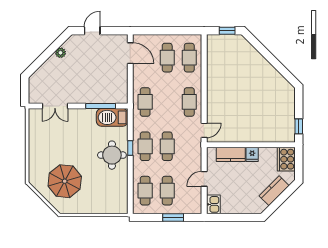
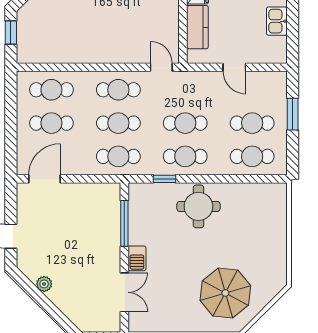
cafe table: (167, 102) -> (118, 123), added
barbecue: (112, 117) -> (137, 258), moved, width x0.53, depth x0.65
window: (130, 148) -> (164, 179), moved
parasol: (65, 181) -> (225, 293), moved
kitchen sink: (213, 204) -> (277, 21), moved, turned -90

